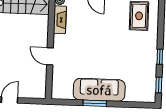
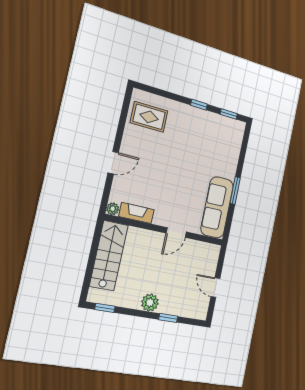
sofa: (99, 90) -> (217, 207), moved

